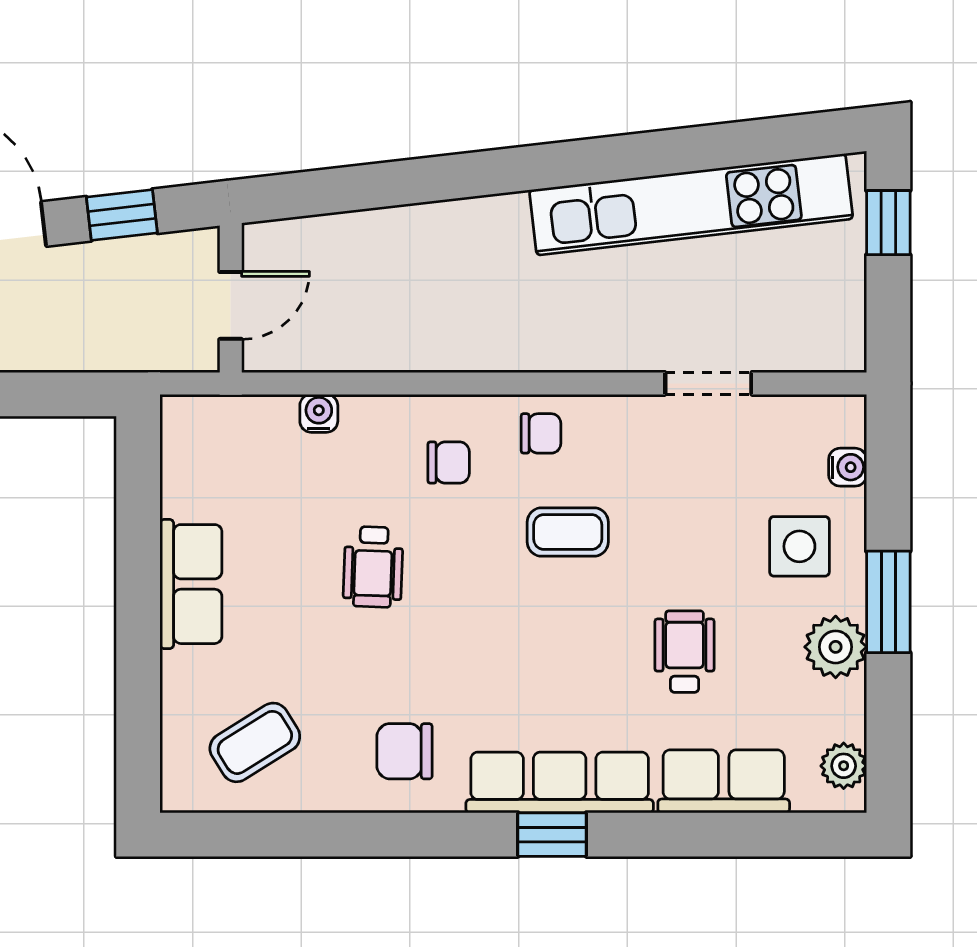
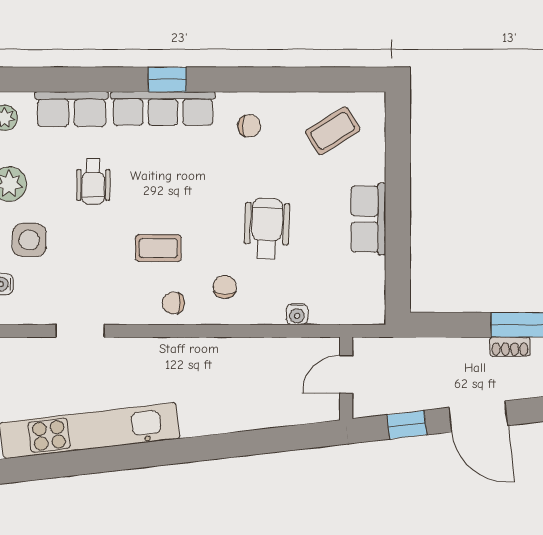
chair: (449, 463) -> (225, 287), turned 90
wheelchair: (373, 567) -> (267, 229), width x1.36, depth x1.37
chair: (405, 751) -> (249, 126), width x0.73, depth x0.73

